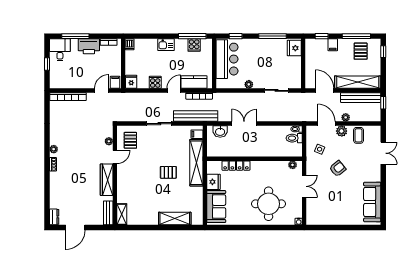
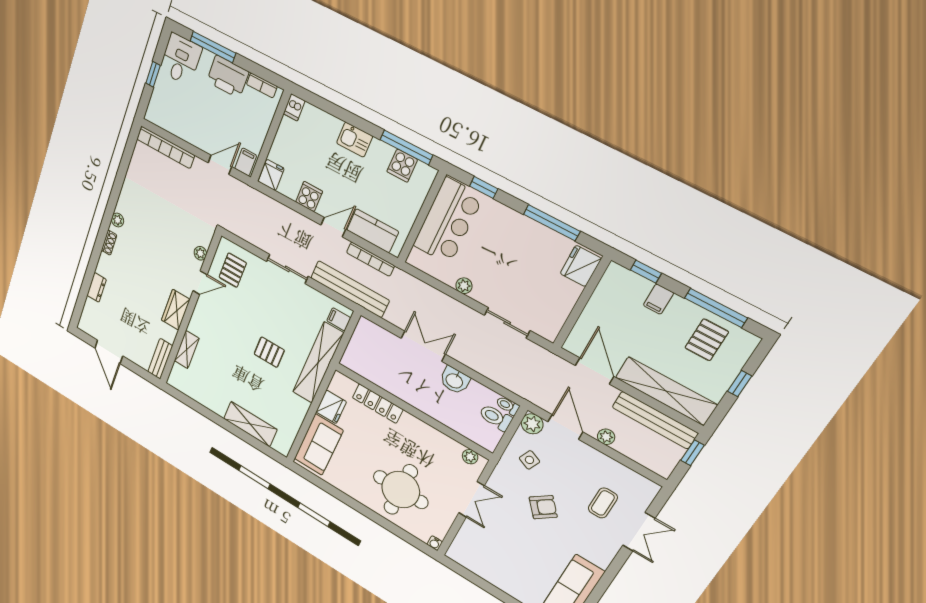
window: (383, 52) -> (740, 384), moved
plant: (342, 131) -> (532, 424), moved
washbasin: (220, 132) -> (455, 380), moved
coffee table: (359, 135) -> (603, 503), moved
wardrobe: (107, 180) -> (176, 310), width x0.67
shelving: (122, 214) -> (187, 350), moved
dresser: (54, 217) -> (97, 287), moved
door: (75, 228) -> (109, 352), hinge flipped

